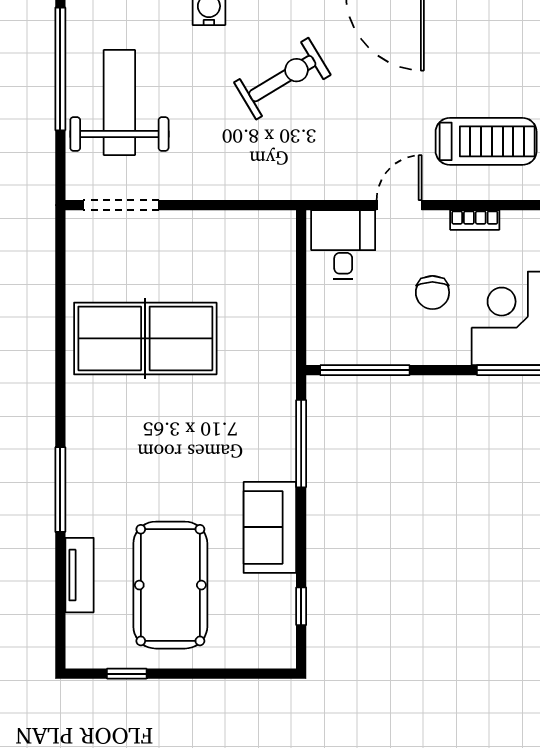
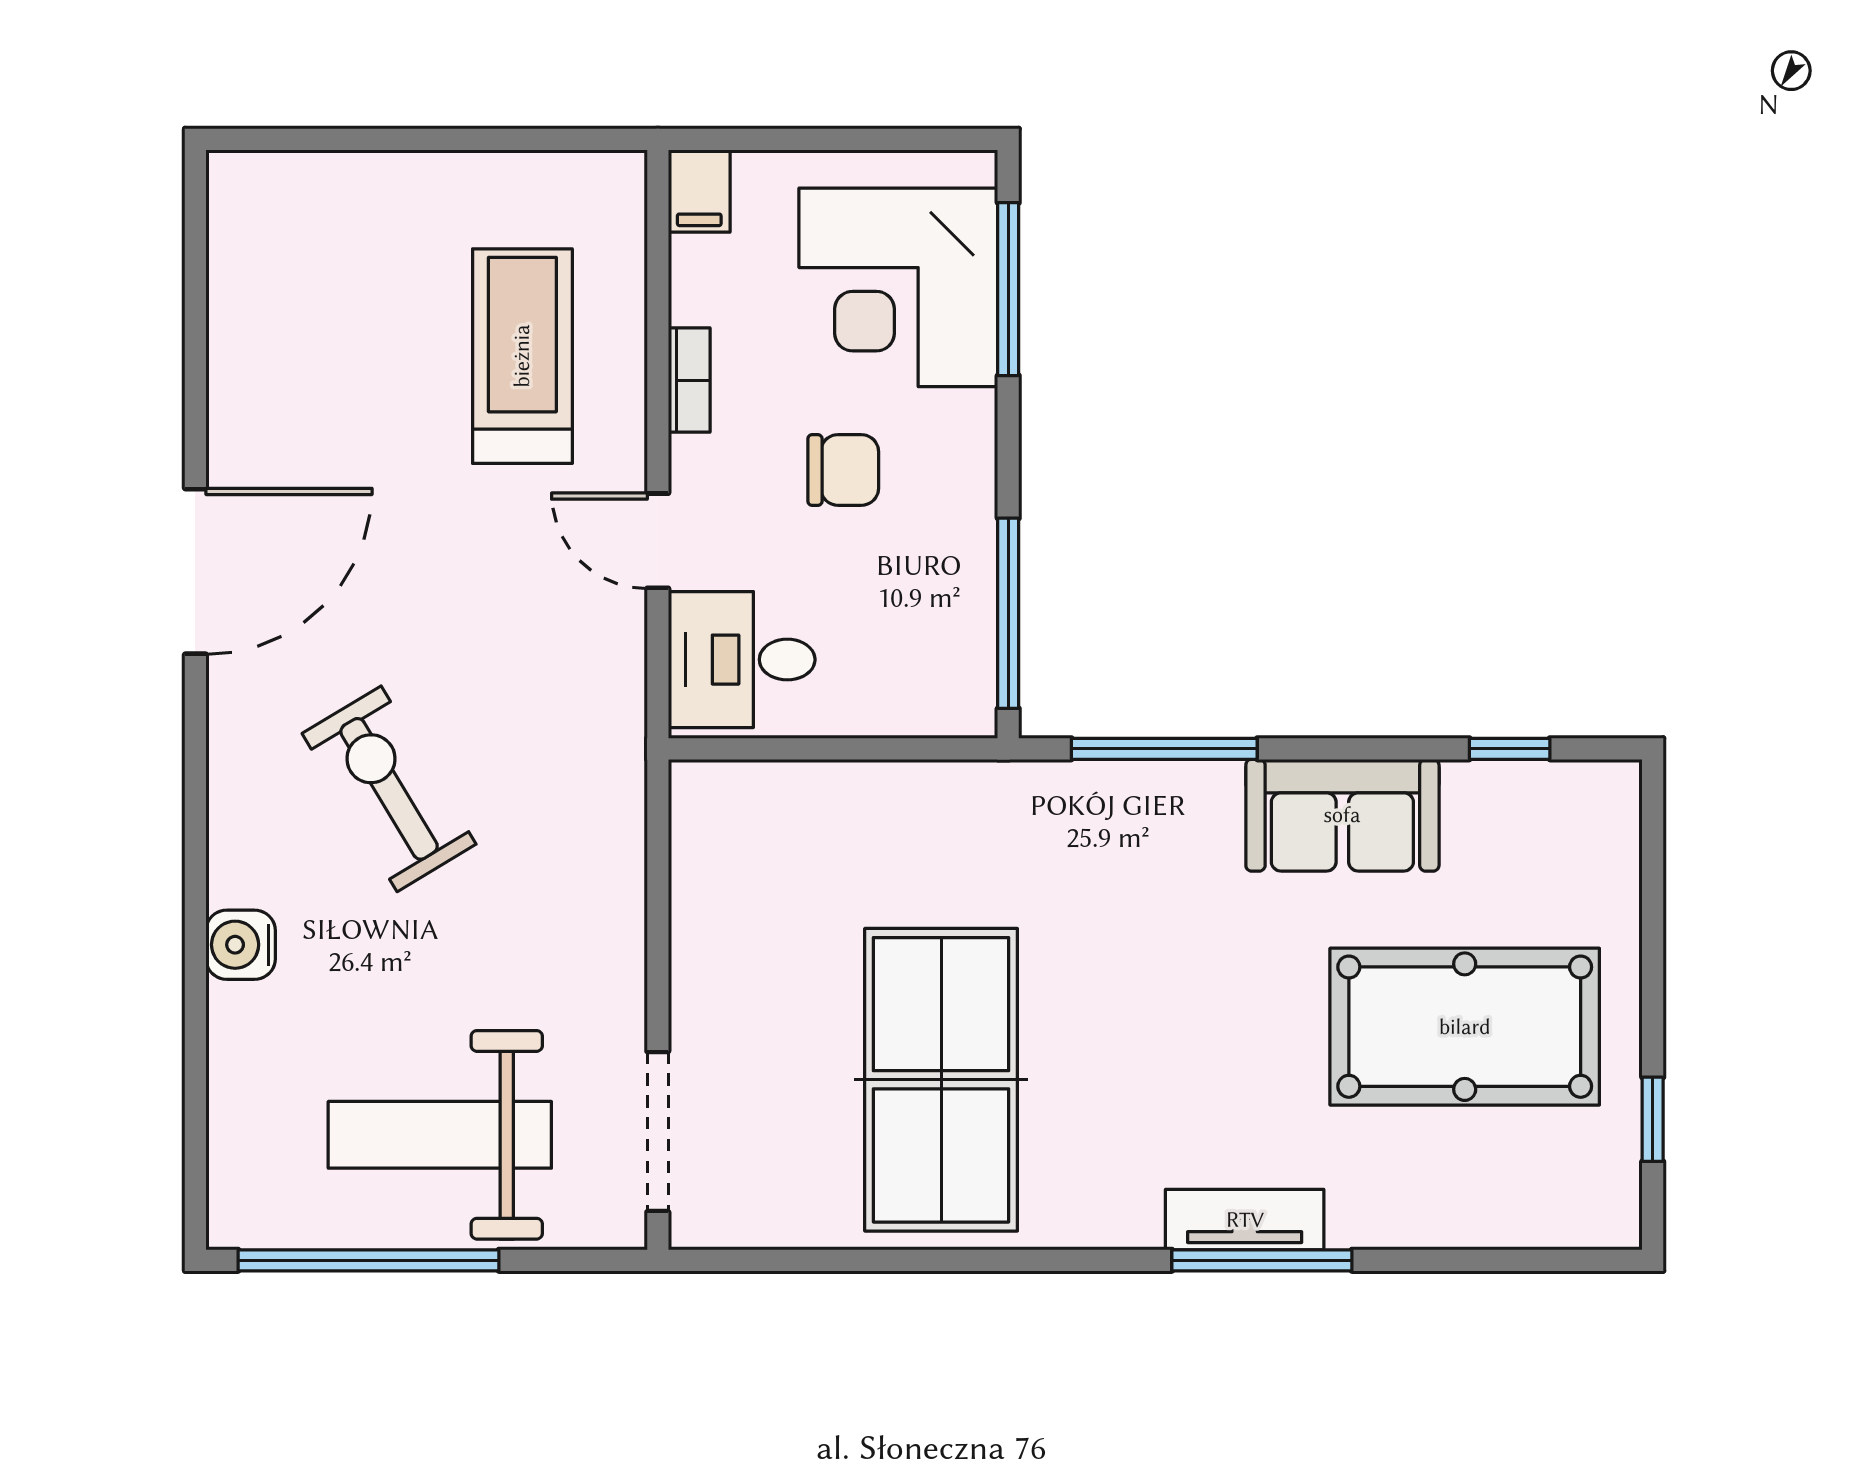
tv unit: (80, 575) -> (1245, 1220), moved

